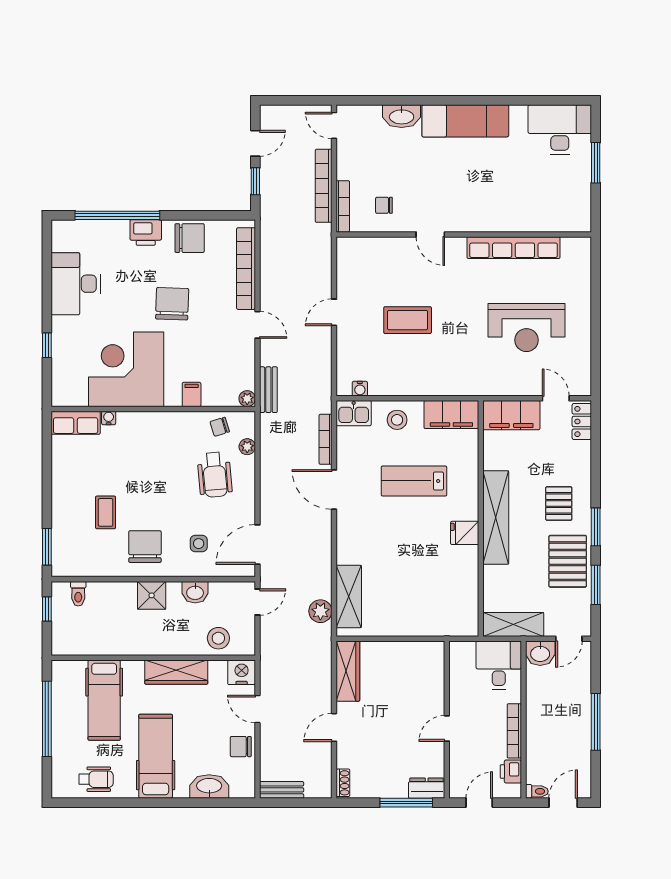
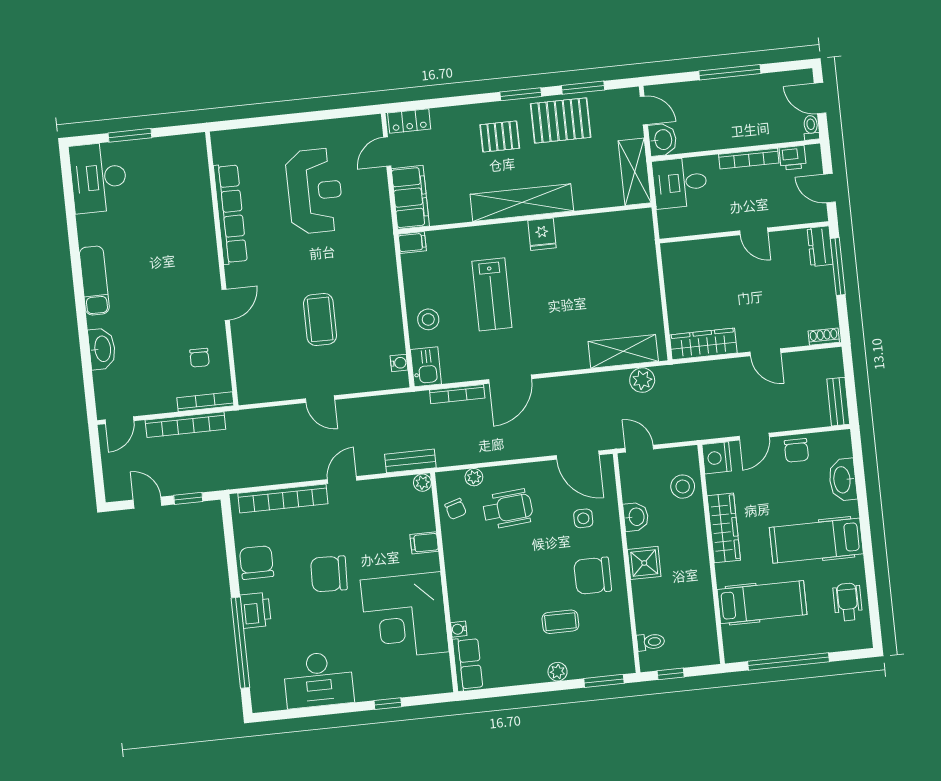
exam couch: (465, 121) -> (94, 281), width x0.73, depth x0.69
filing cabinet: (451, 415) -> (412, 242), width x0.33, depth x0.86
plant: (60, 505) -> (558, 672), added

